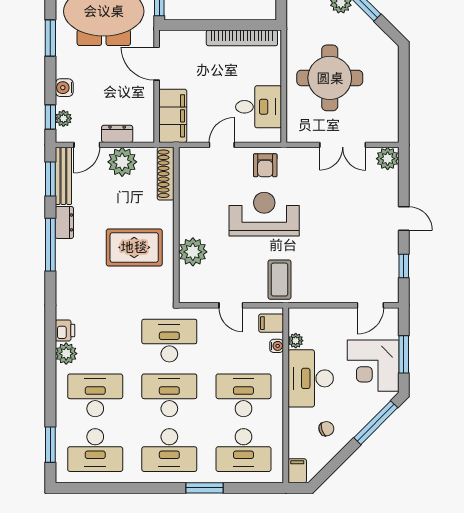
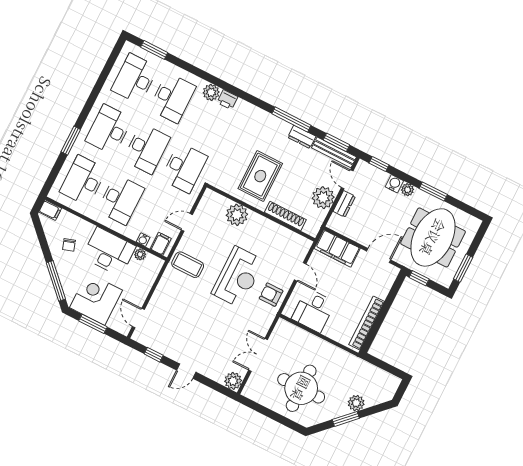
round table: (330, 78) -> (301, 388), moved
plant: (63, 118) -> (407, 190), moved
shoe rack: (166, 174) -> (285, 216), moved

